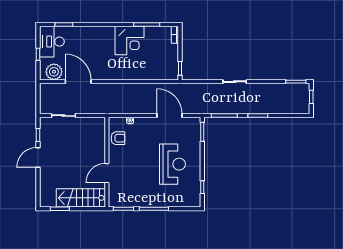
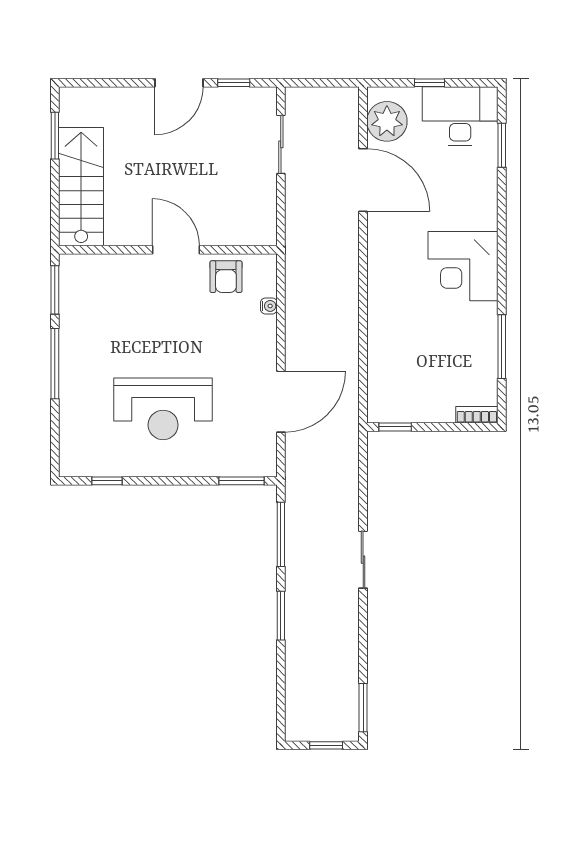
corner desk: (130, 40) -> (463, 266), moved
door: (78, 82) -> (363, 180), hinge flipped
door: (38, 158) -> (179, 83), swing flipped
door: (107, 173) -> (176, 250), moved

